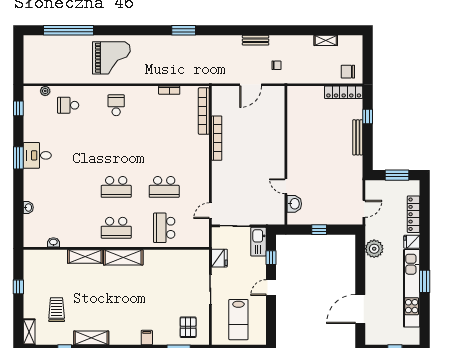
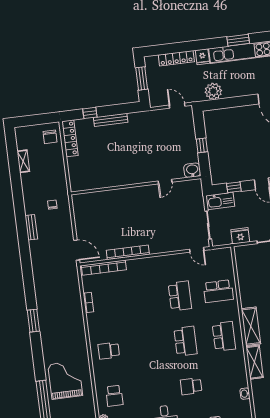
window: (184, 30) -> (33, 321), moved
grand piano: (111, 58) -> (65, 380), moved
door: (251, 85) -> (77, 250), moved
school desk: (68, 187) -> (191, 386), added
washbasin: (294, 204) -> (192, 170), moved

